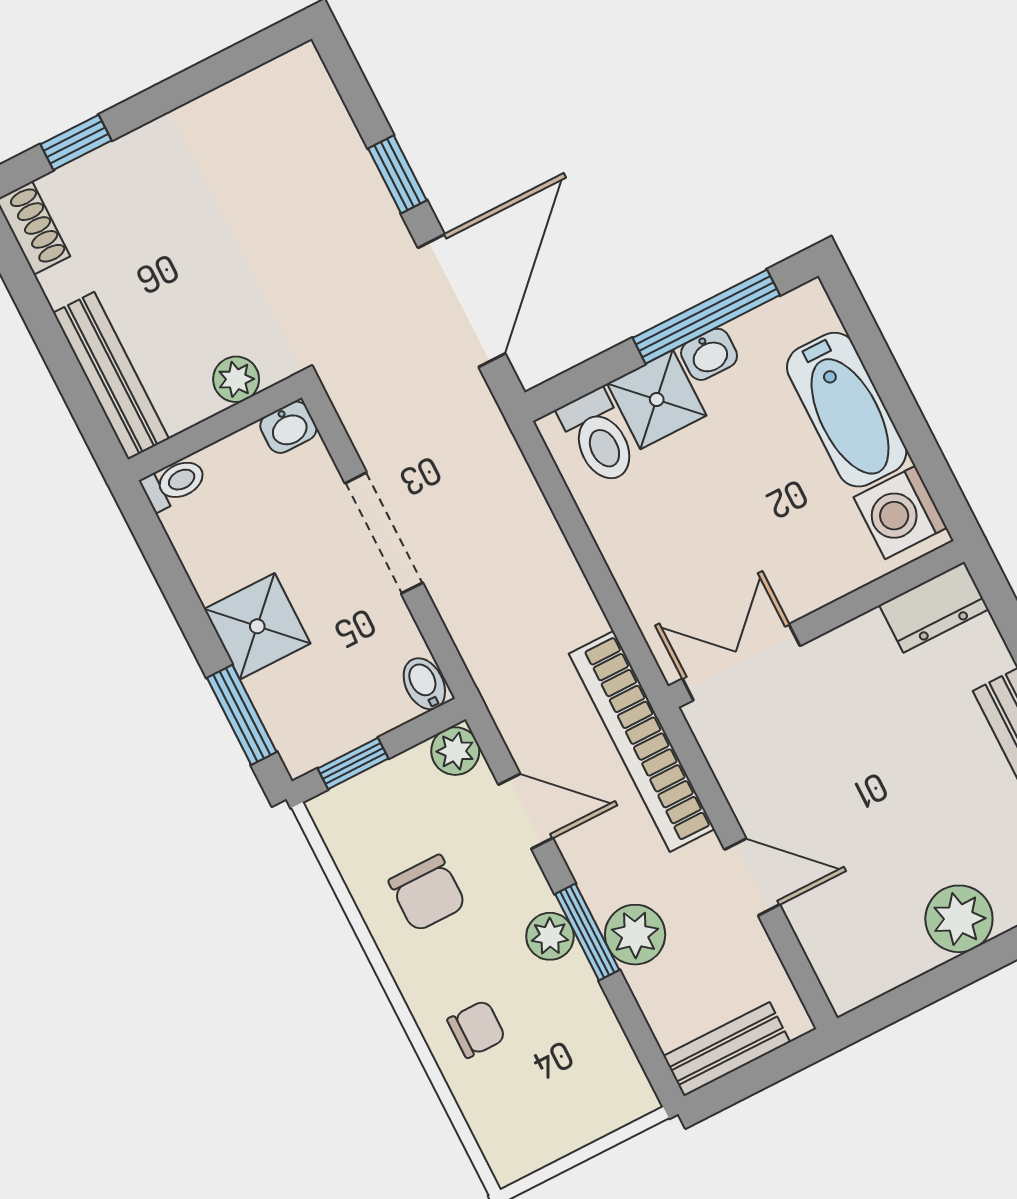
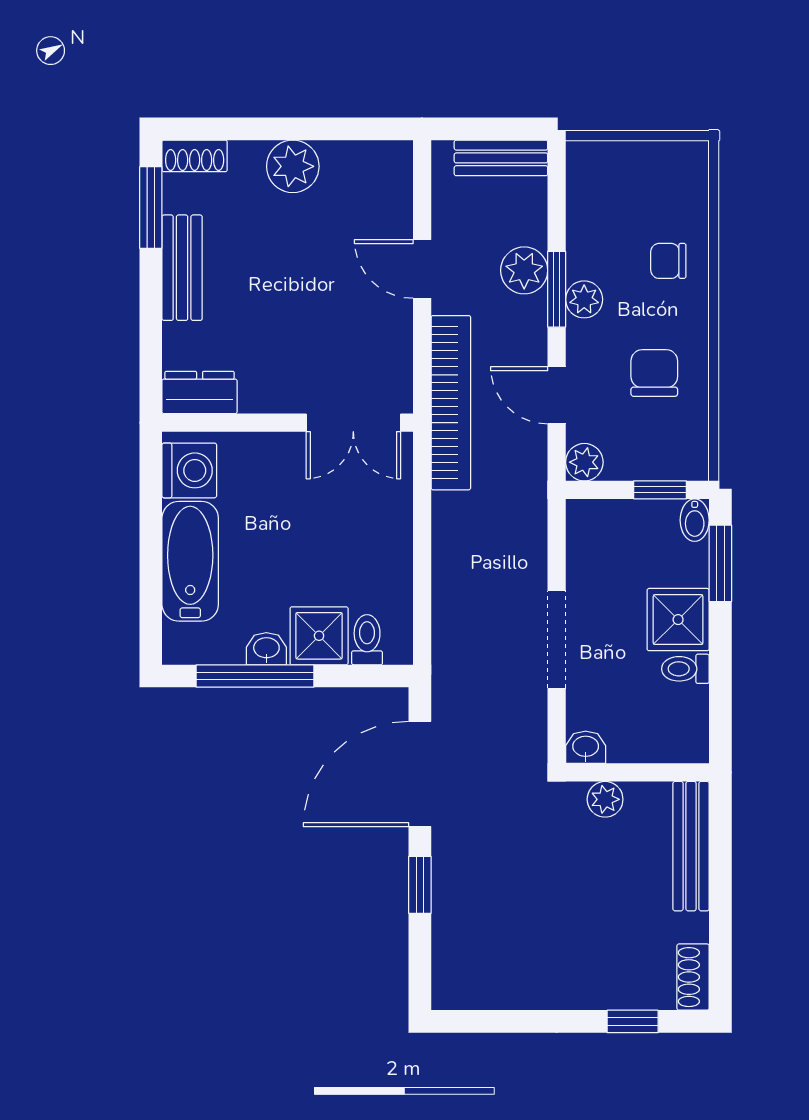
toilet: (599, 437) -> (367, 640), width x0.73, depth x0.72
toilet: (174, 483) -> (685, 669), moved
bidet: (424, 684) -> (695, 520), moved

